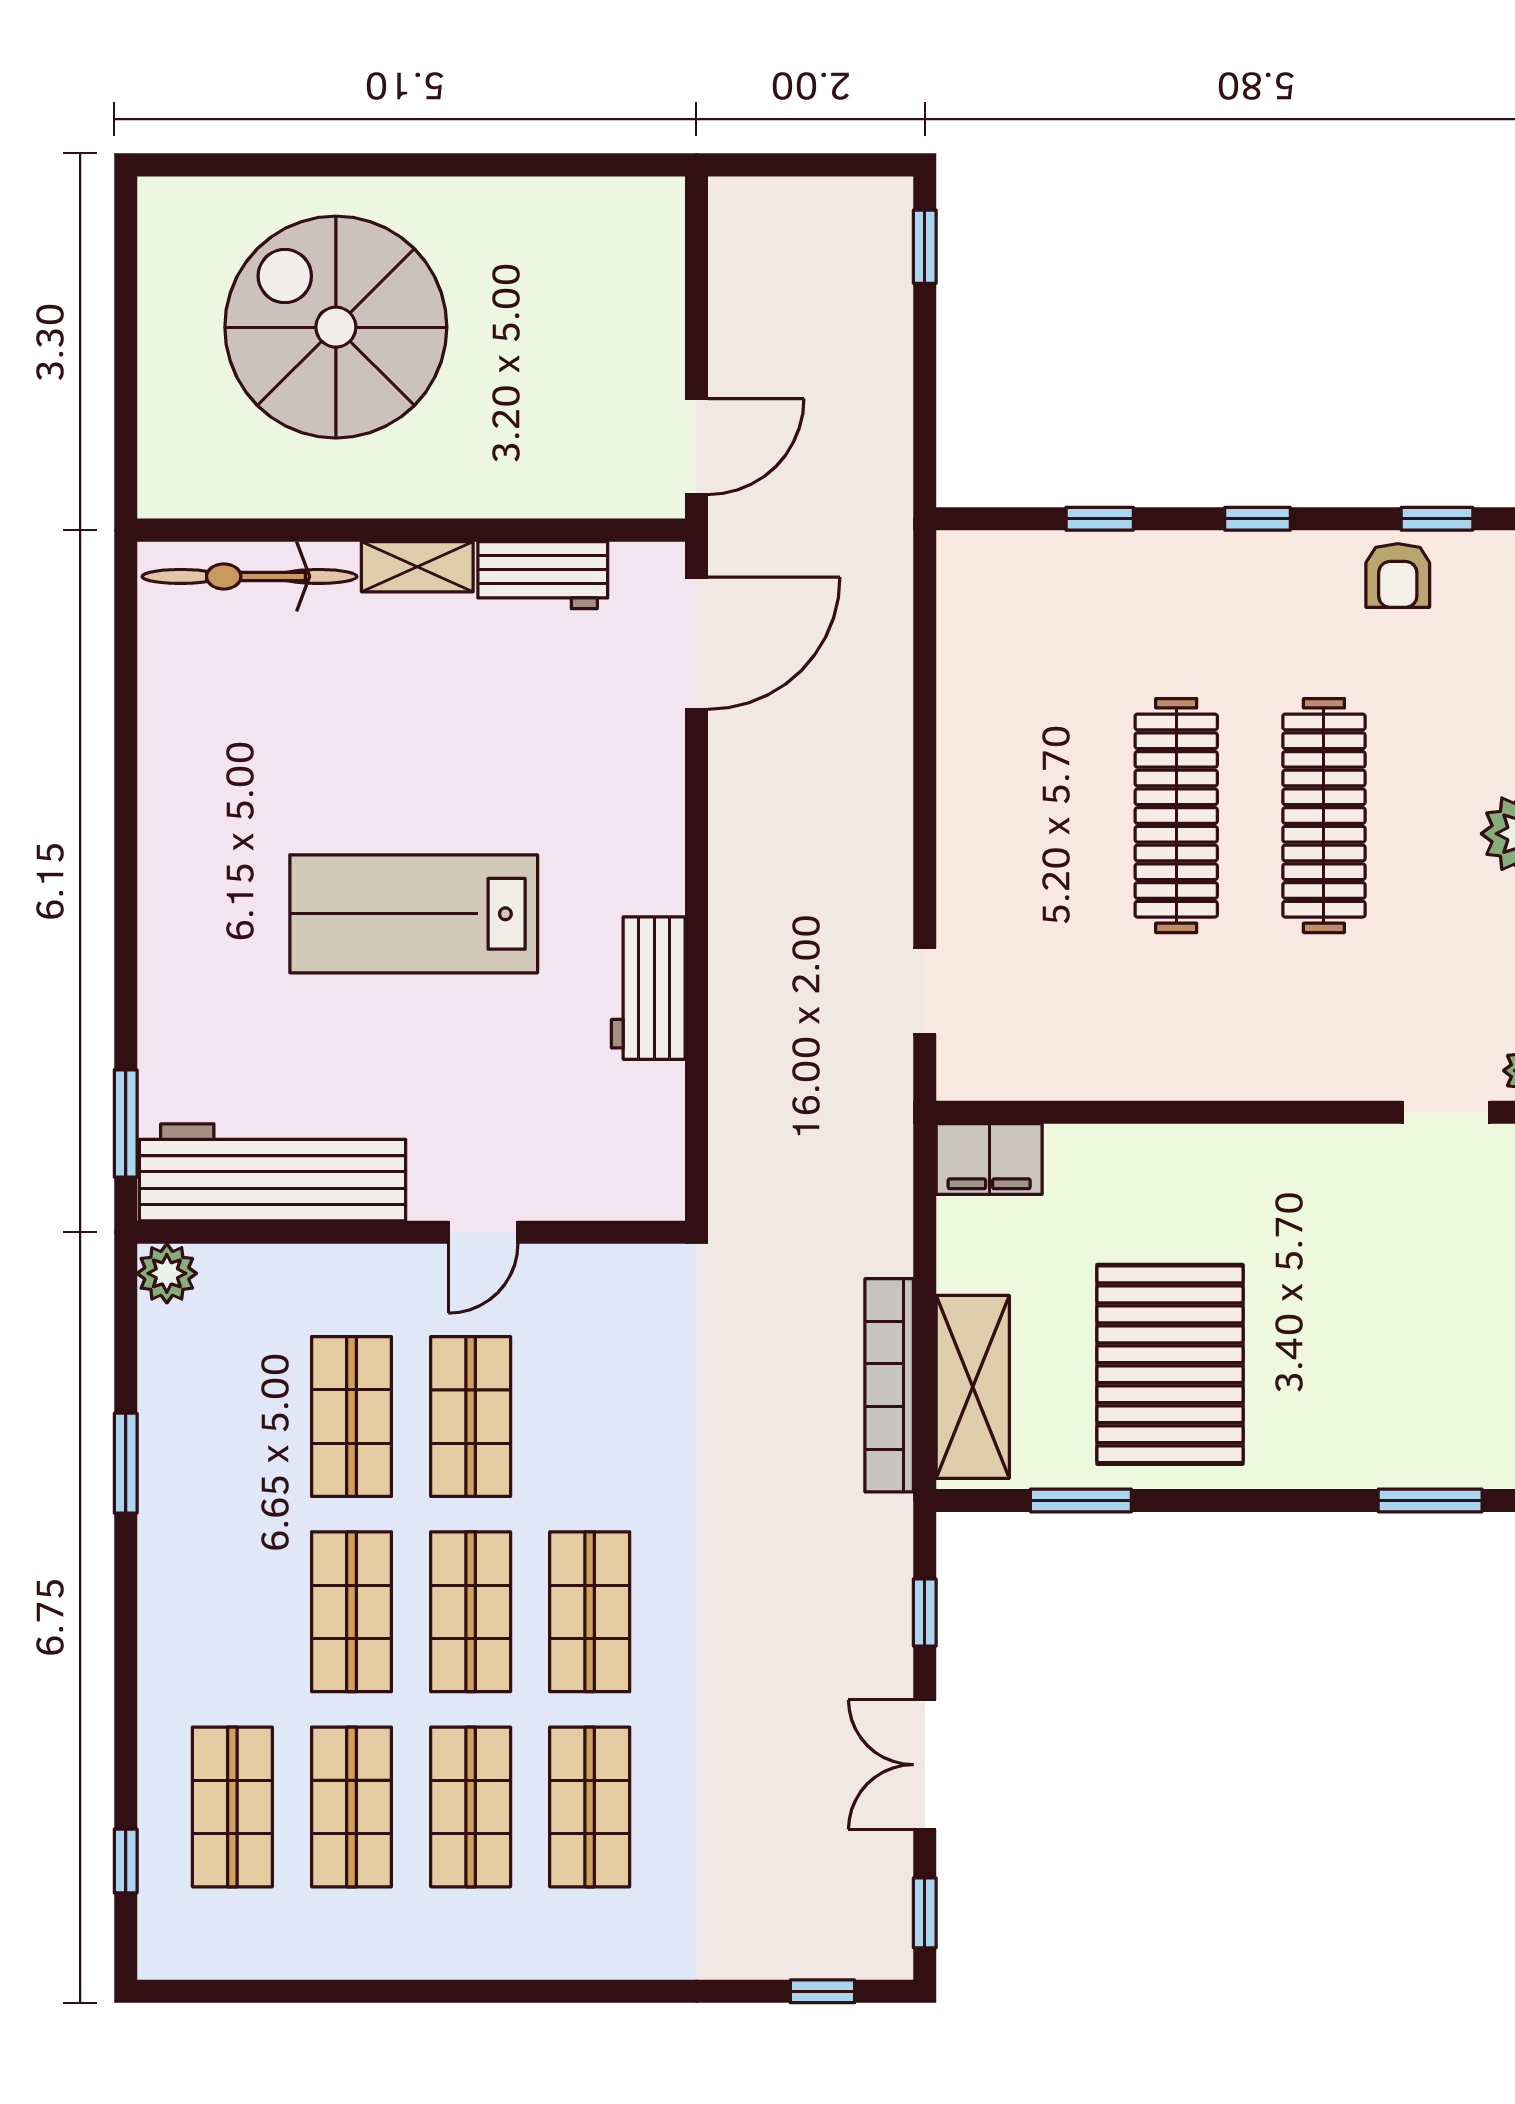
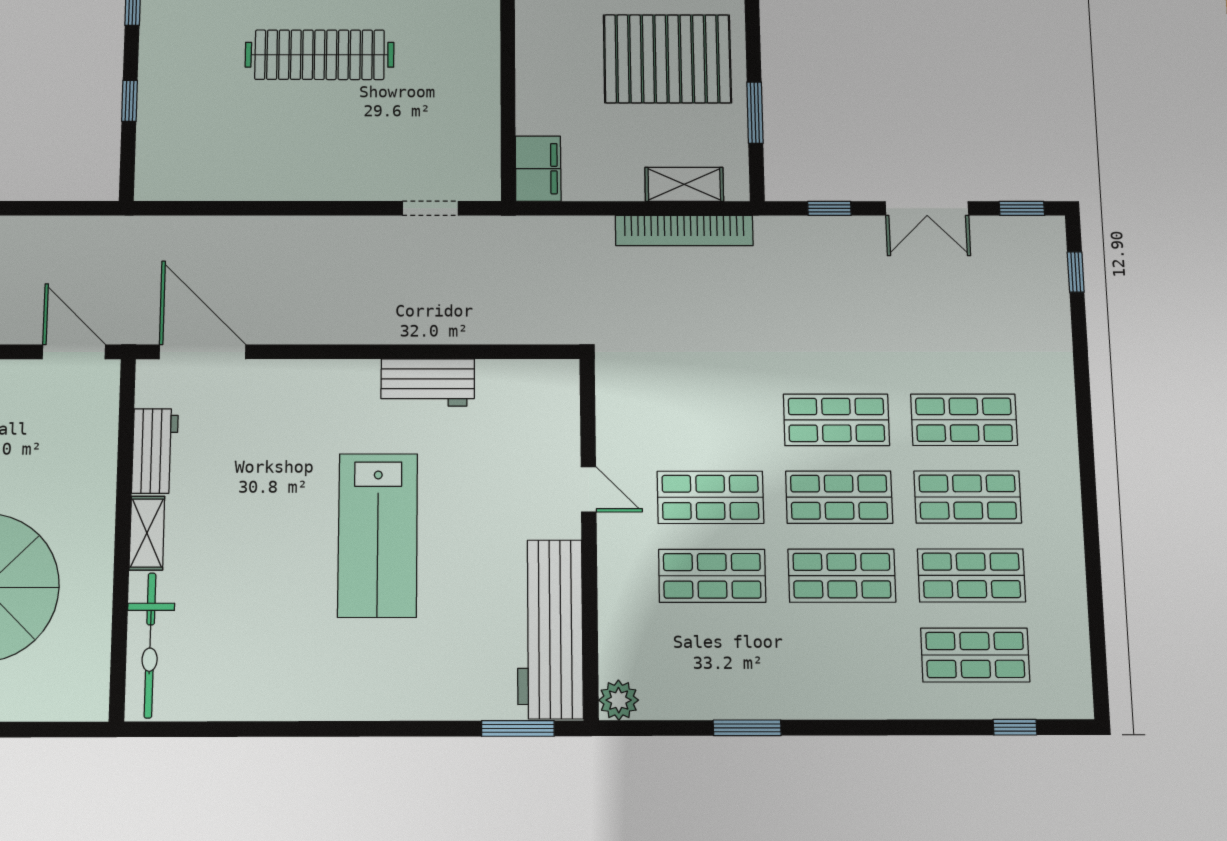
shelving: (973, 1387) -> (684, 184), width x0.67, depth x0.75

